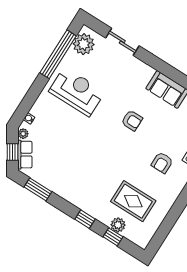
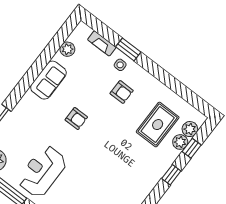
armchair: (132, 120) -> (76, 119), turned 90
plant: (132, 233) -> (190, 129), added

